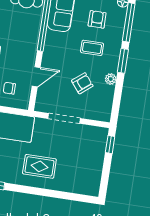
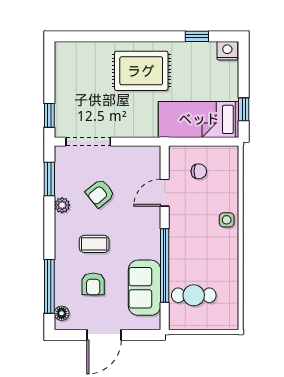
window: (123, 61) -> (49, 179), moved
doorway: (64, 118) -> (88, 142), moved
rug: (39, 166) -> (141, 71), width x1.36, depth x1.43

